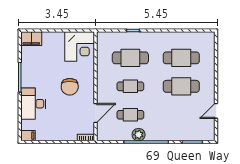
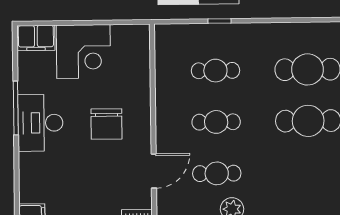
corner desk: (80, 46) -> (83, 51), moved
cafe table: (130, 58) -> (215, 71), width x0.73, depth x0.74
desk: (33, 104) -> (40, 123), moved

